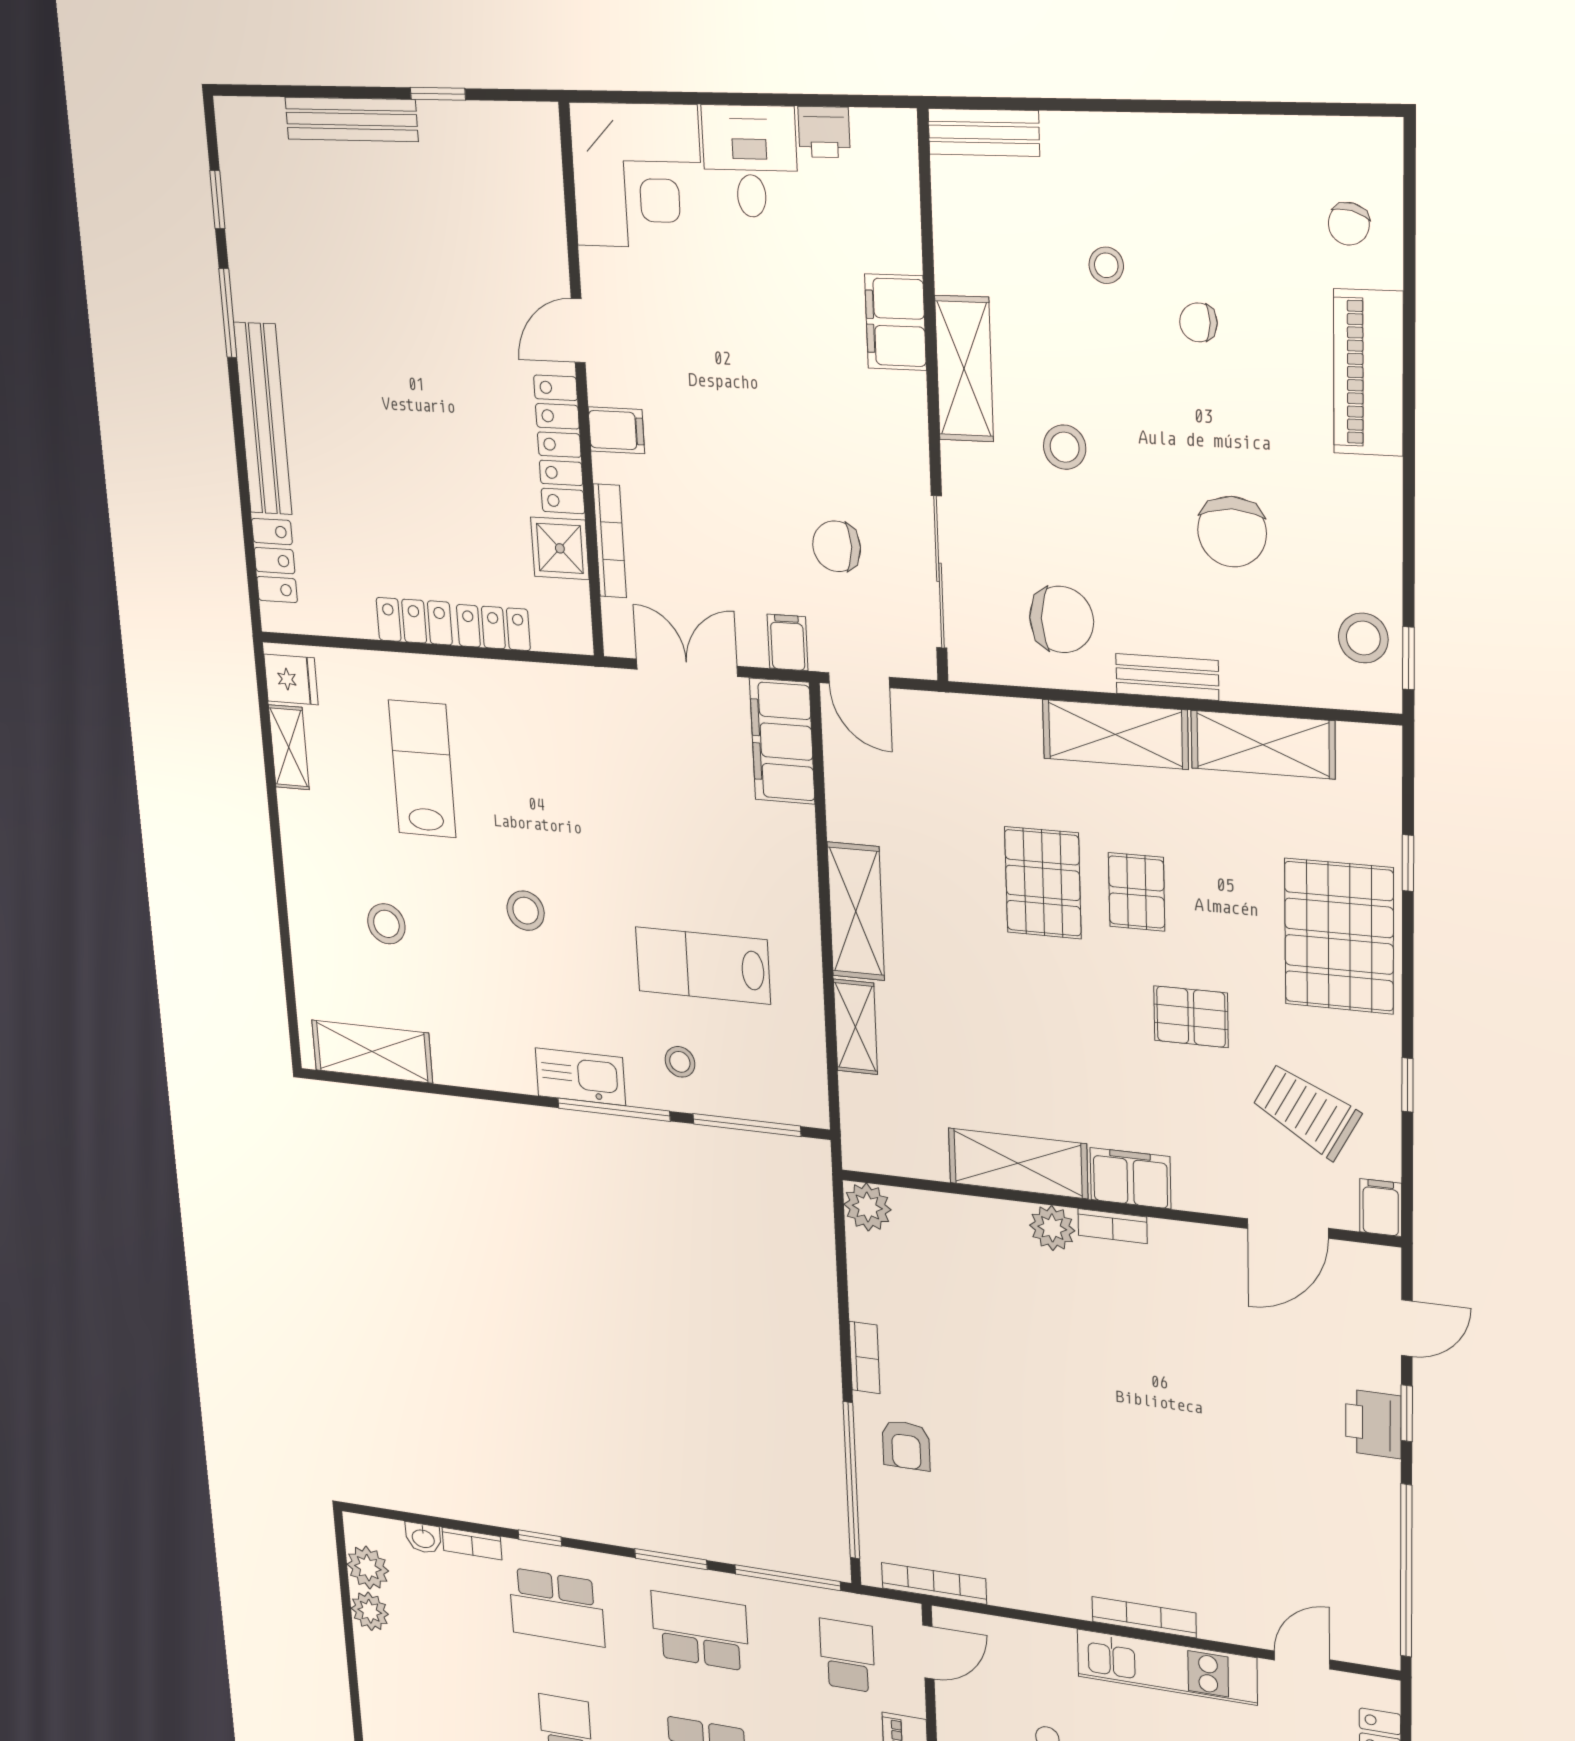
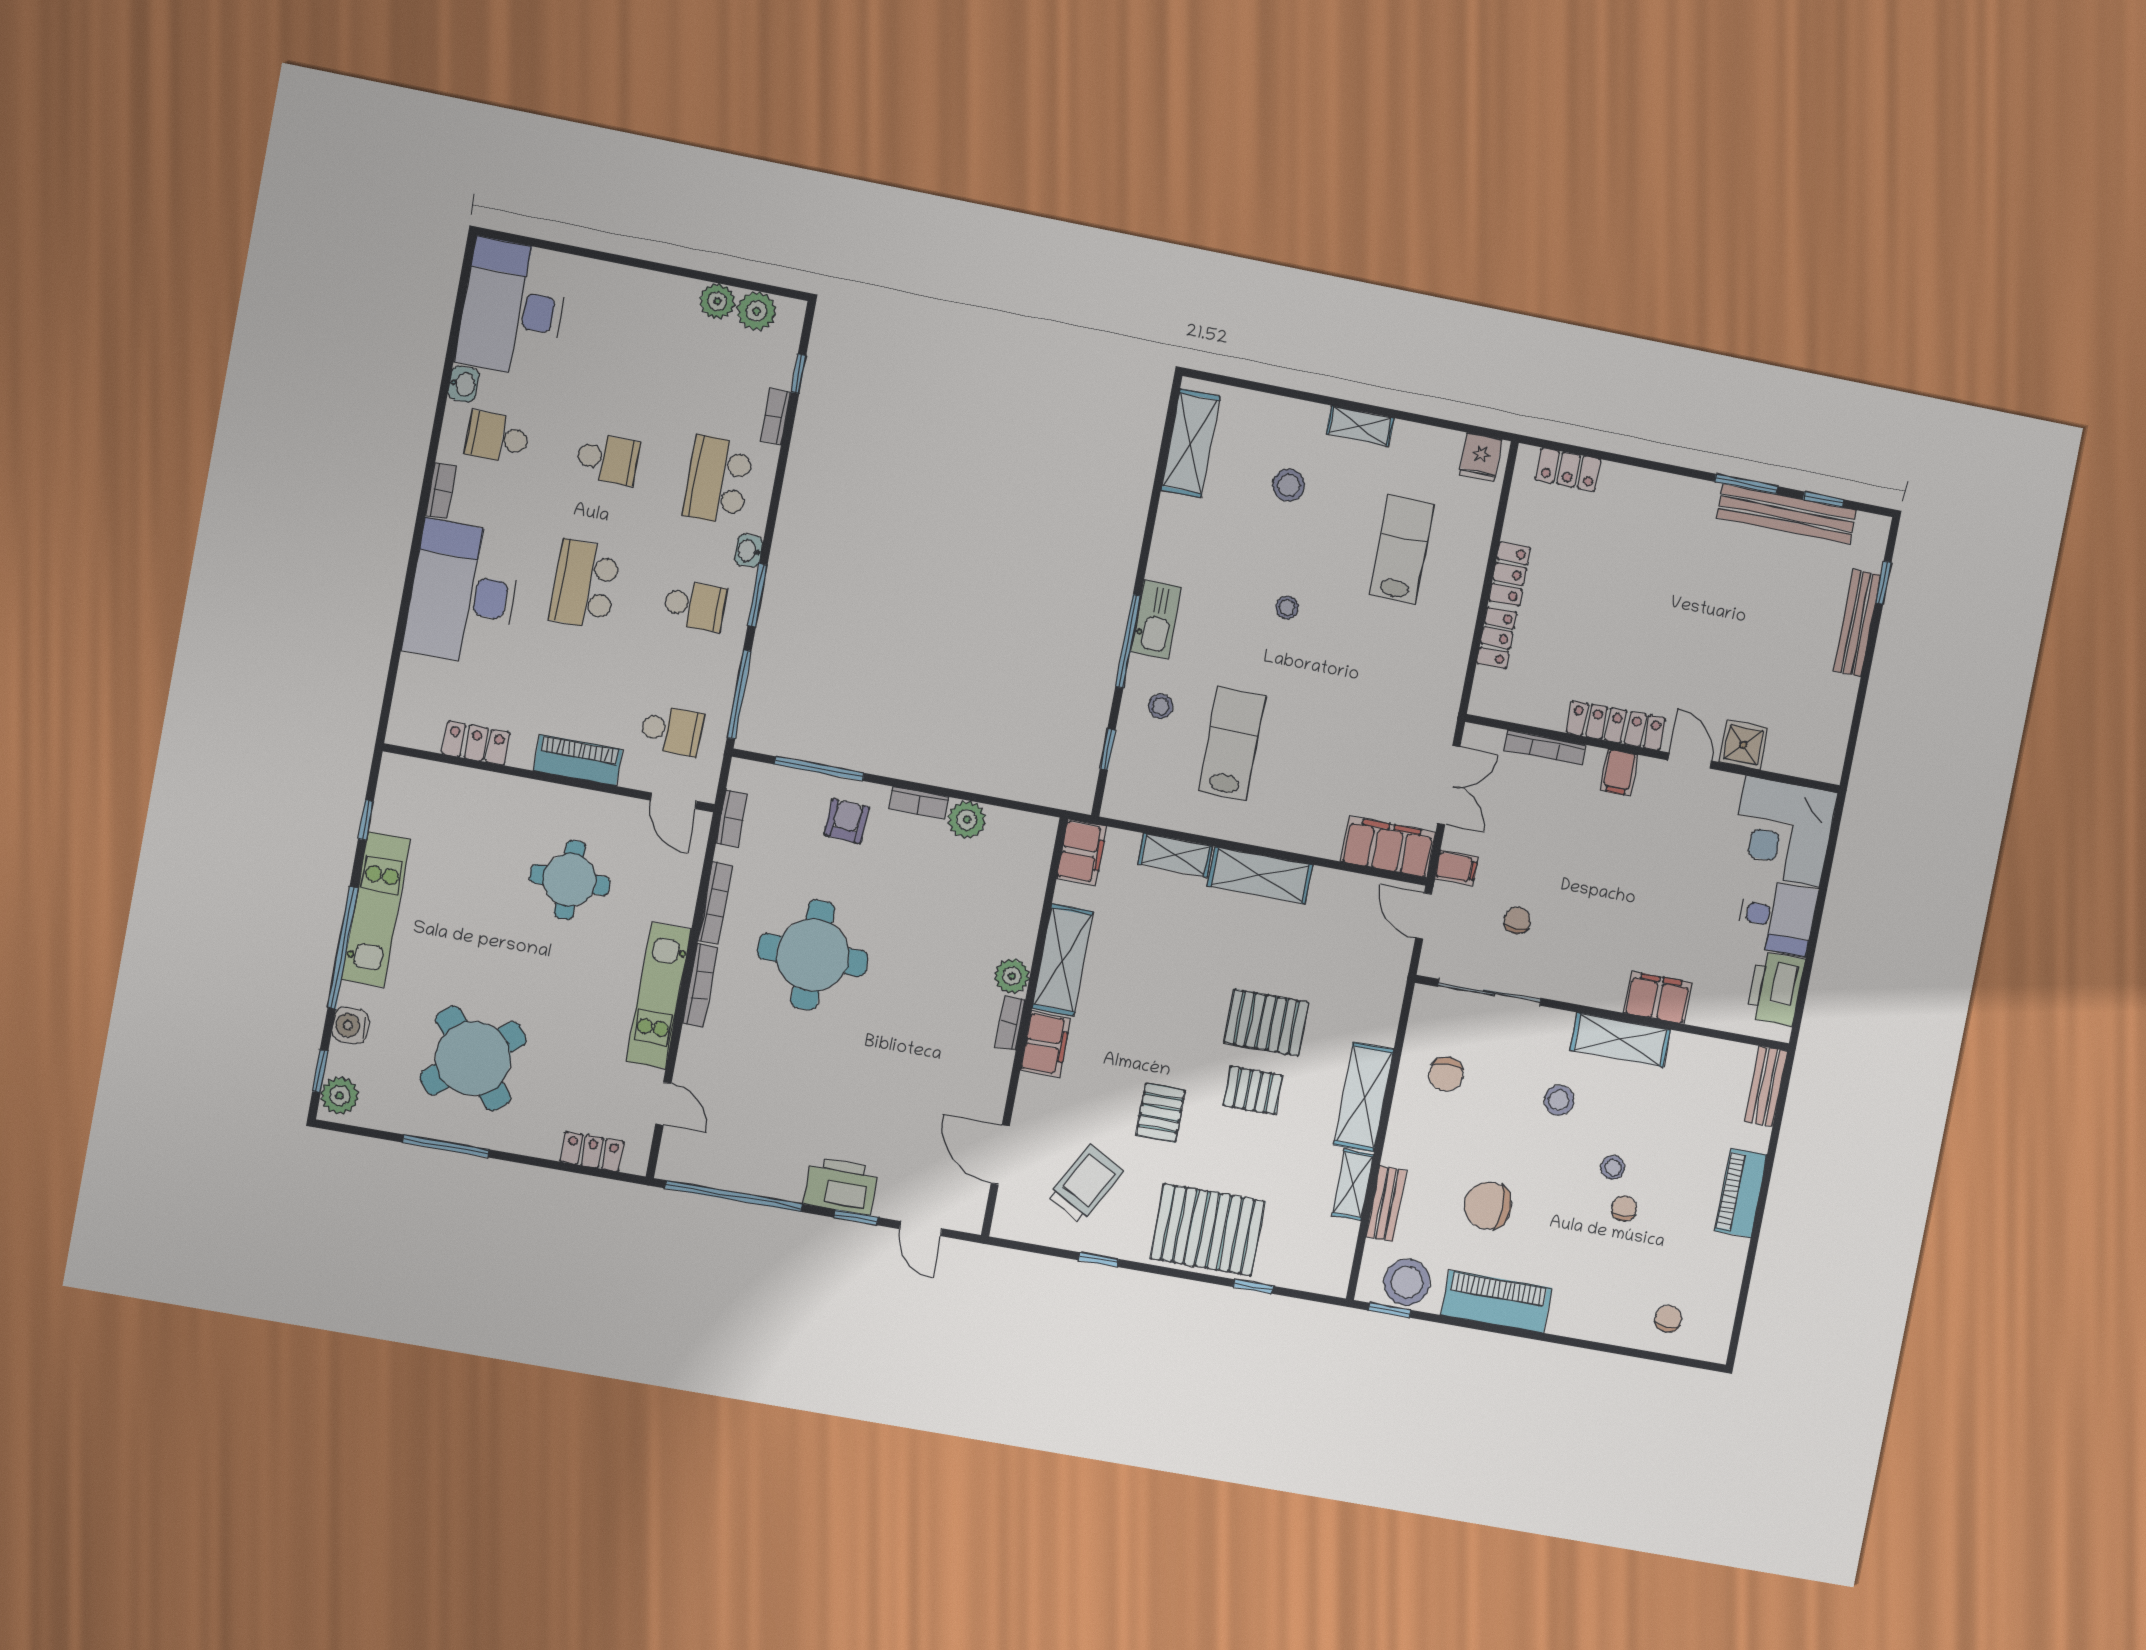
window: (438, 94) -> (1883, 583), moved
printer: (824, 132) -> (1775, 989), width x1.87, depth x1.48
piano: (1143, 142) -> (1741, 1193), added
chair: (1349, 224) -> (1668, 1319), turned 76
stool: (1106, 265) -> (1613, 1167), moved
piano: (1368, 373) -> (1496, 1301), moved
bench: (263, 419) -> (1786, 514), moved
chair: (837, 546) -> (1517, 920), width x0.73, depth x0.73
shower: (560, 548) -> (1743, 745), moved
chair: (1062, 619) -> (1446, 1074), width x0.73, depth x0.73
stool: (1363, 638) -> (1407, 1282), width x1.38, depth x1.38
bench: (1167, 677) -> (1386, 1204), moved
door: (859, 680) -> (1424, 916), hinge flipped
shelving: (1263, 745) -> (1353, 1185), width x0.67, depth x0.75
shelving: (289, 747) -> (1360, 426), moved
lab bench: (422, 769) -> (1402, 550), turned -90
stool: (526, 911) -> (1287, 607), width x0.73, depth x0.73
window: (747, 1125) -> (1108, 749), width x0.46
plant: (867, 1207) -> (967, 820), moved
filing cabinet: (1381, 1208) -> (1082, 852), moved, width x2.00
printer: (1373, 1424) -> (841, 1186), width x1.37, depth x1.19
armchair: (906, 1445) -> (846, 821), turned 93
window: (851, 1481) -> (819, 769), width x0.68
round table: (1078, 1481) -> (813, 955), added
washbasin: (423, 1538) -> (749, 551), moved
window: (540, 1538) -> (798, 374), moved
bookcase: (934, 1583) -> (732, 819), width x0.64
bookcase: (1039, 1601) -> (715, 903), added
school desk: (700, 1631) -> (695, 605), width x0.54

